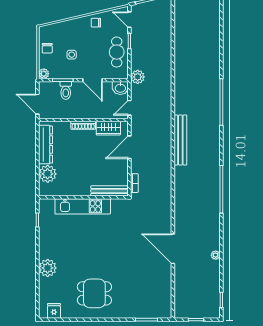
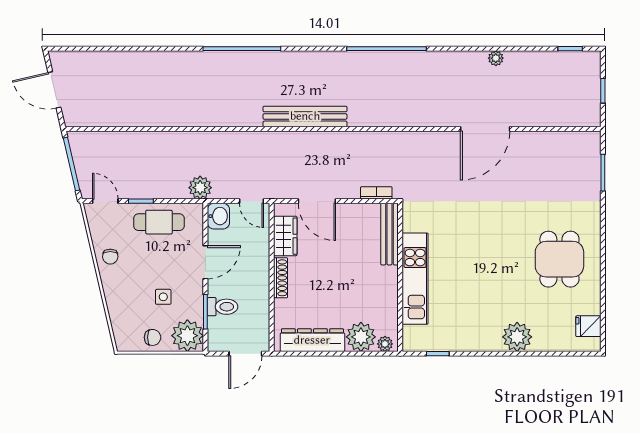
door: (129, 20) -> (105, 201), swing flipped
plant: (44, 74) -> (187, 336), width x1.87, depth x1.87
plant: (43, 188) -> (385, 344), added

